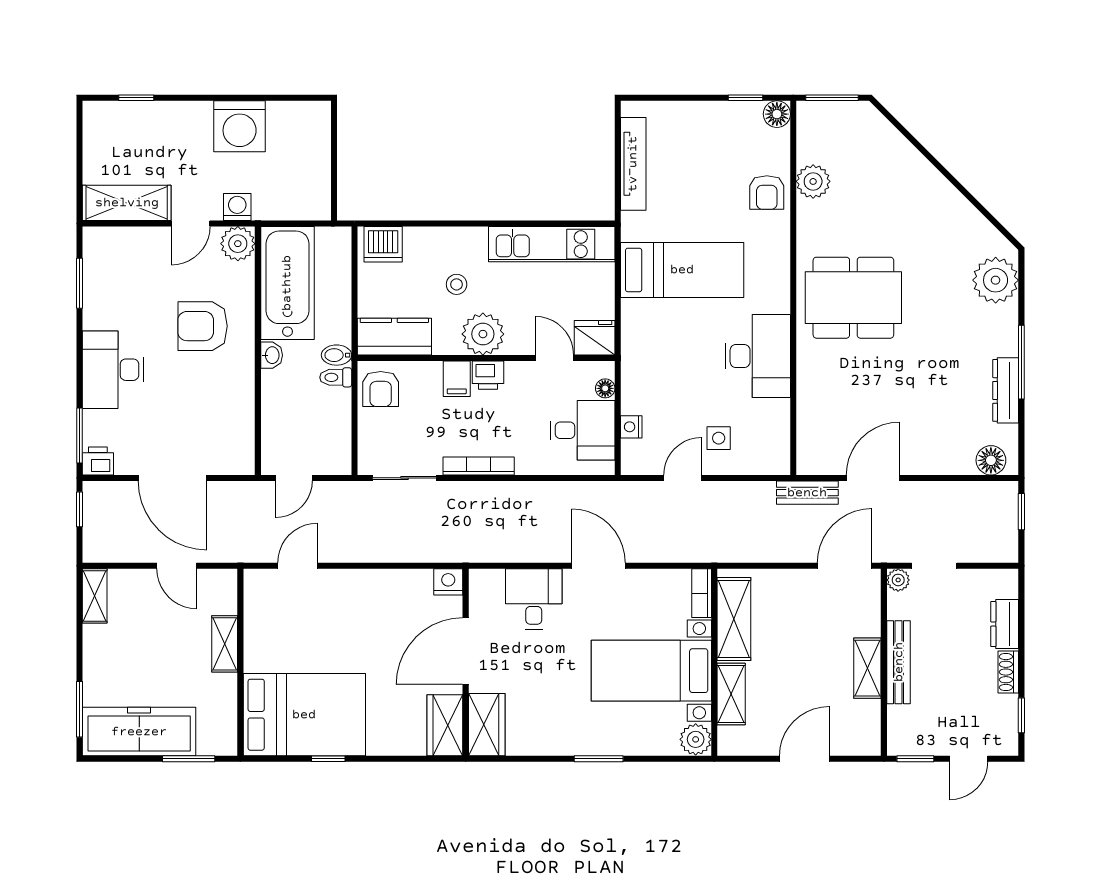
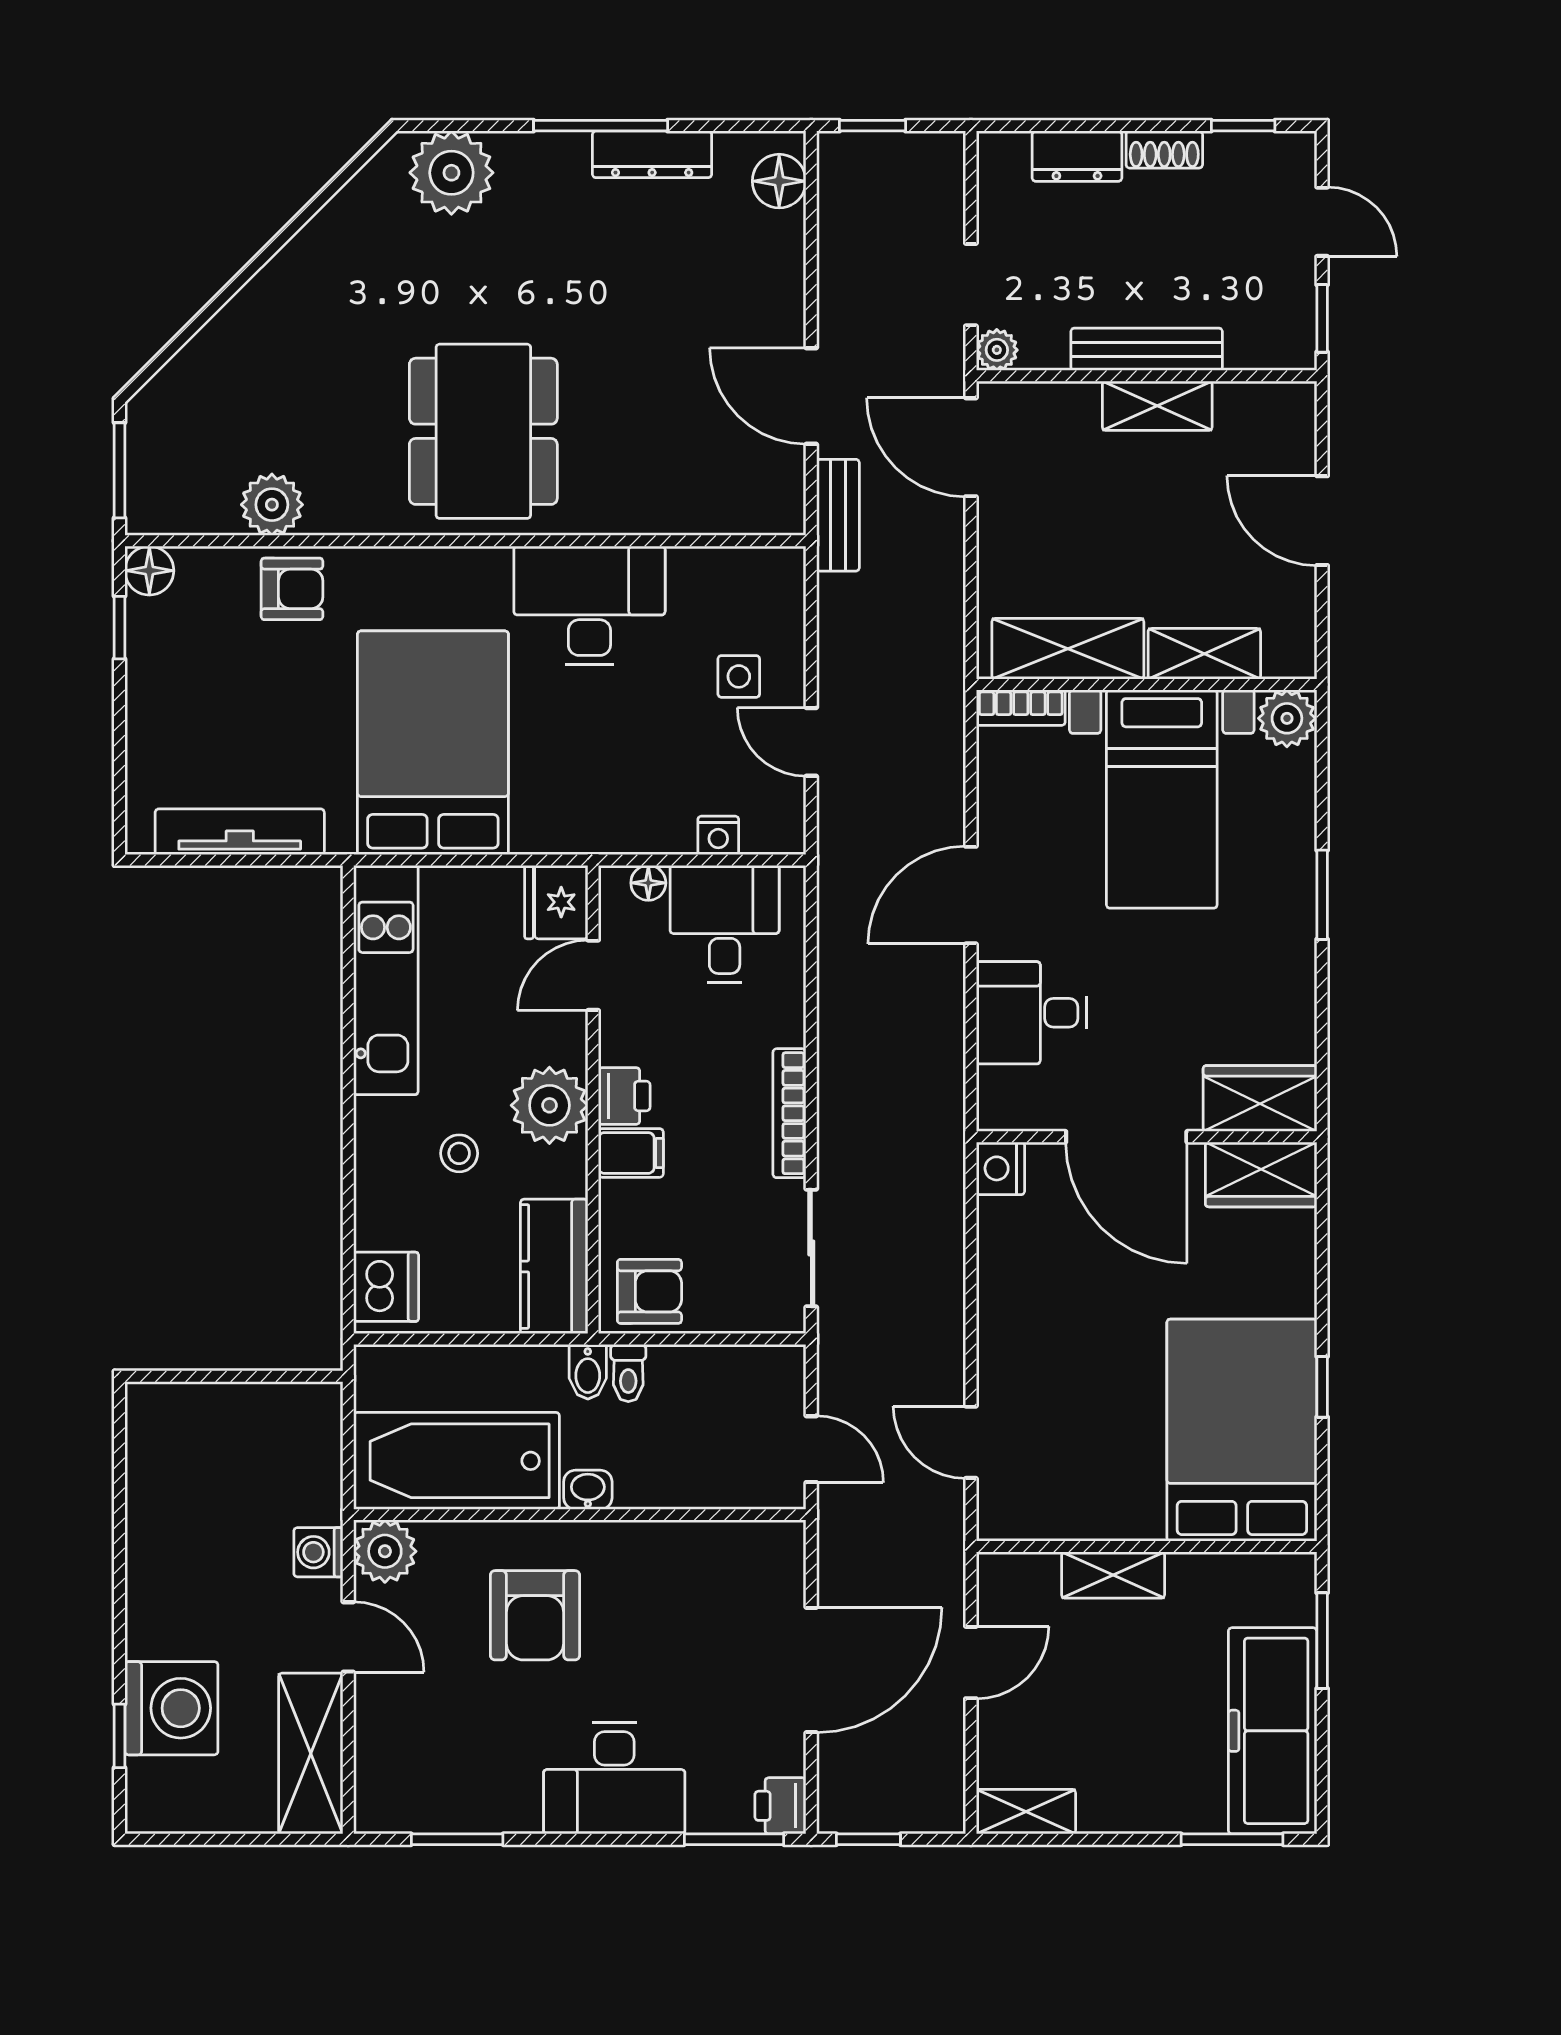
washing machine: (240, 126) -> (171, 1708), moved
bed: (682, 270) -> (433, 743), width x1.50

